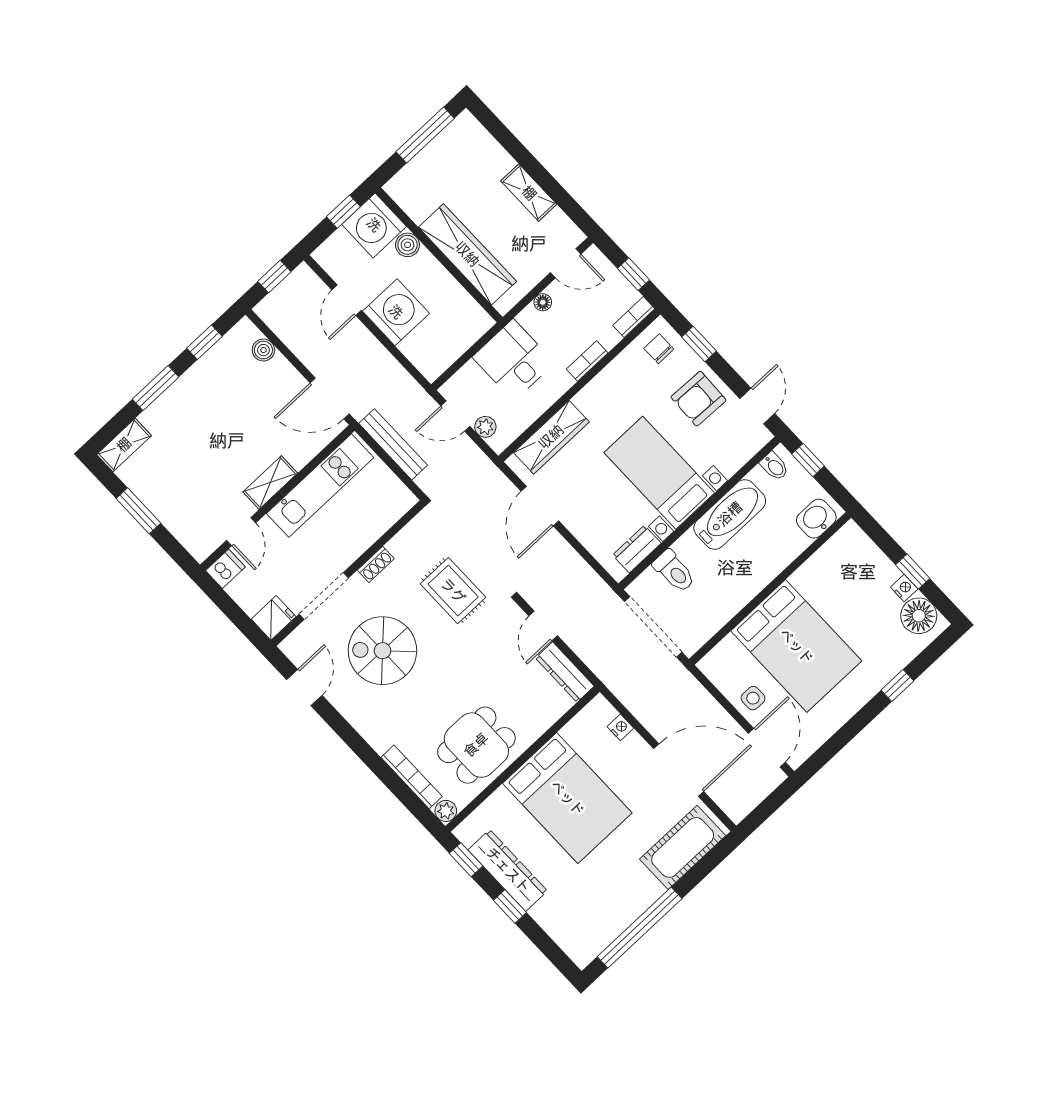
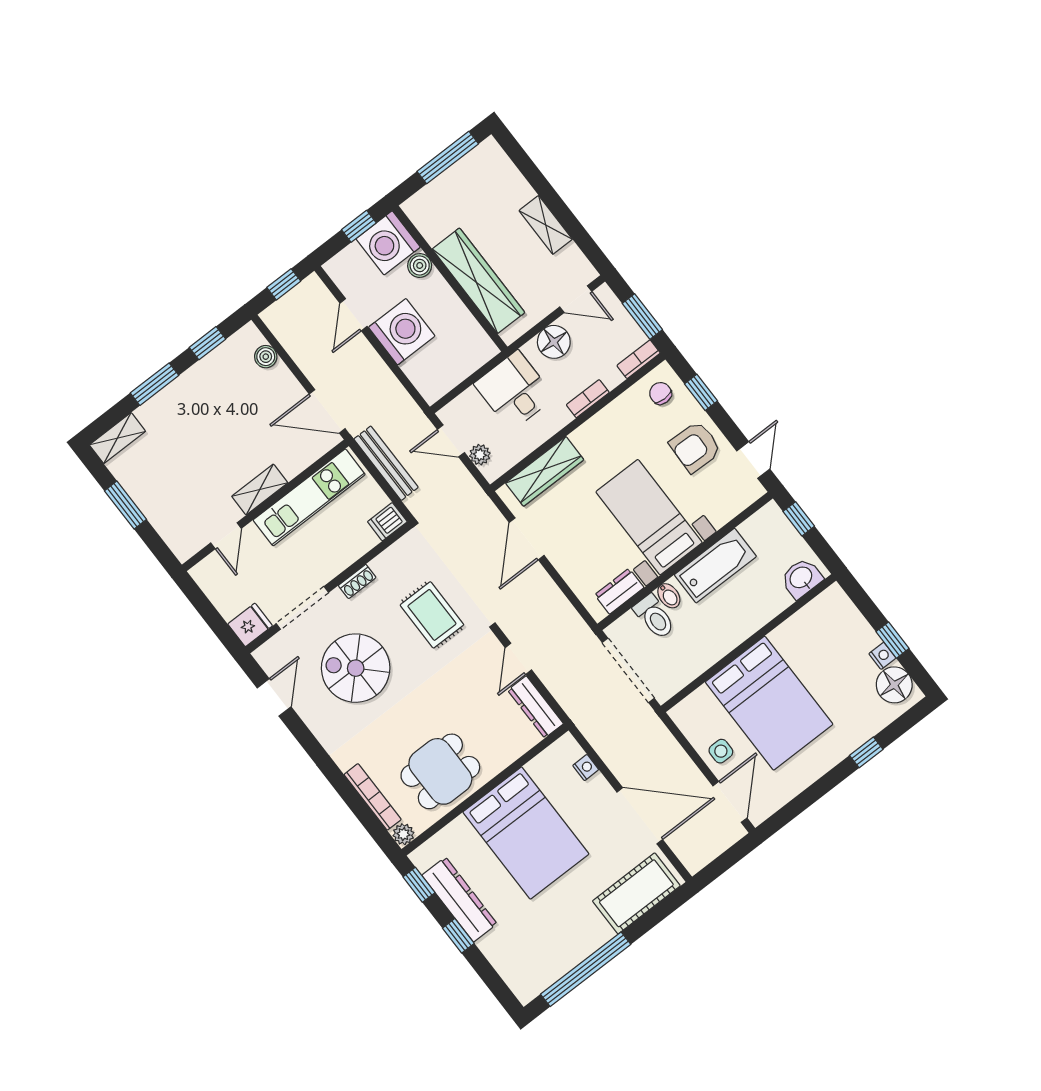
window: (633, 274) -> (642, 316), width x1.50
floor lamp: (543, 302) -> (554, 342), width x1.89, depth x1.89
bidet: (774, 466) -> (669, 596), moved
dishwasher: (225, 569) -> (387, 522), moved, turned 180

